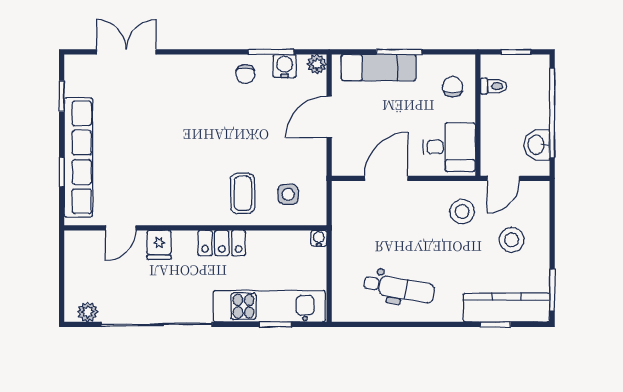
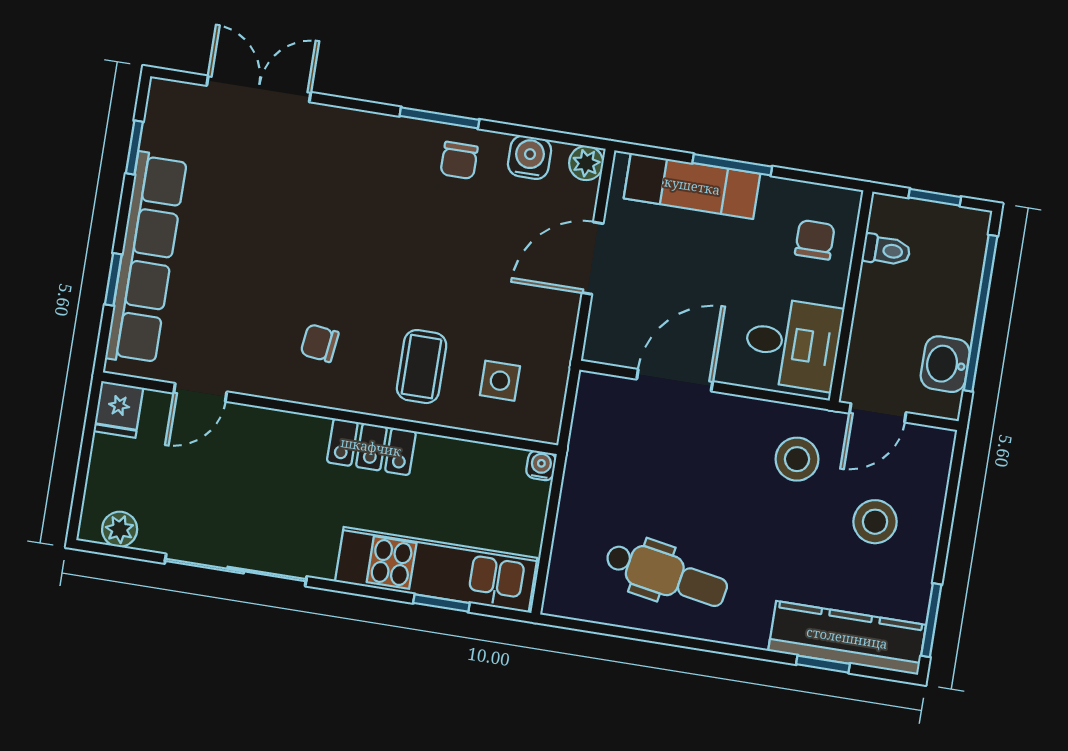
window: (271, 52) -> (439, 118), moved
chair: (183, 189) -> (320, 343), added
fridge: (159, 245) -> (118, 409), moved
sliding door: (157, 324) -> (236, 570), width x0.73

